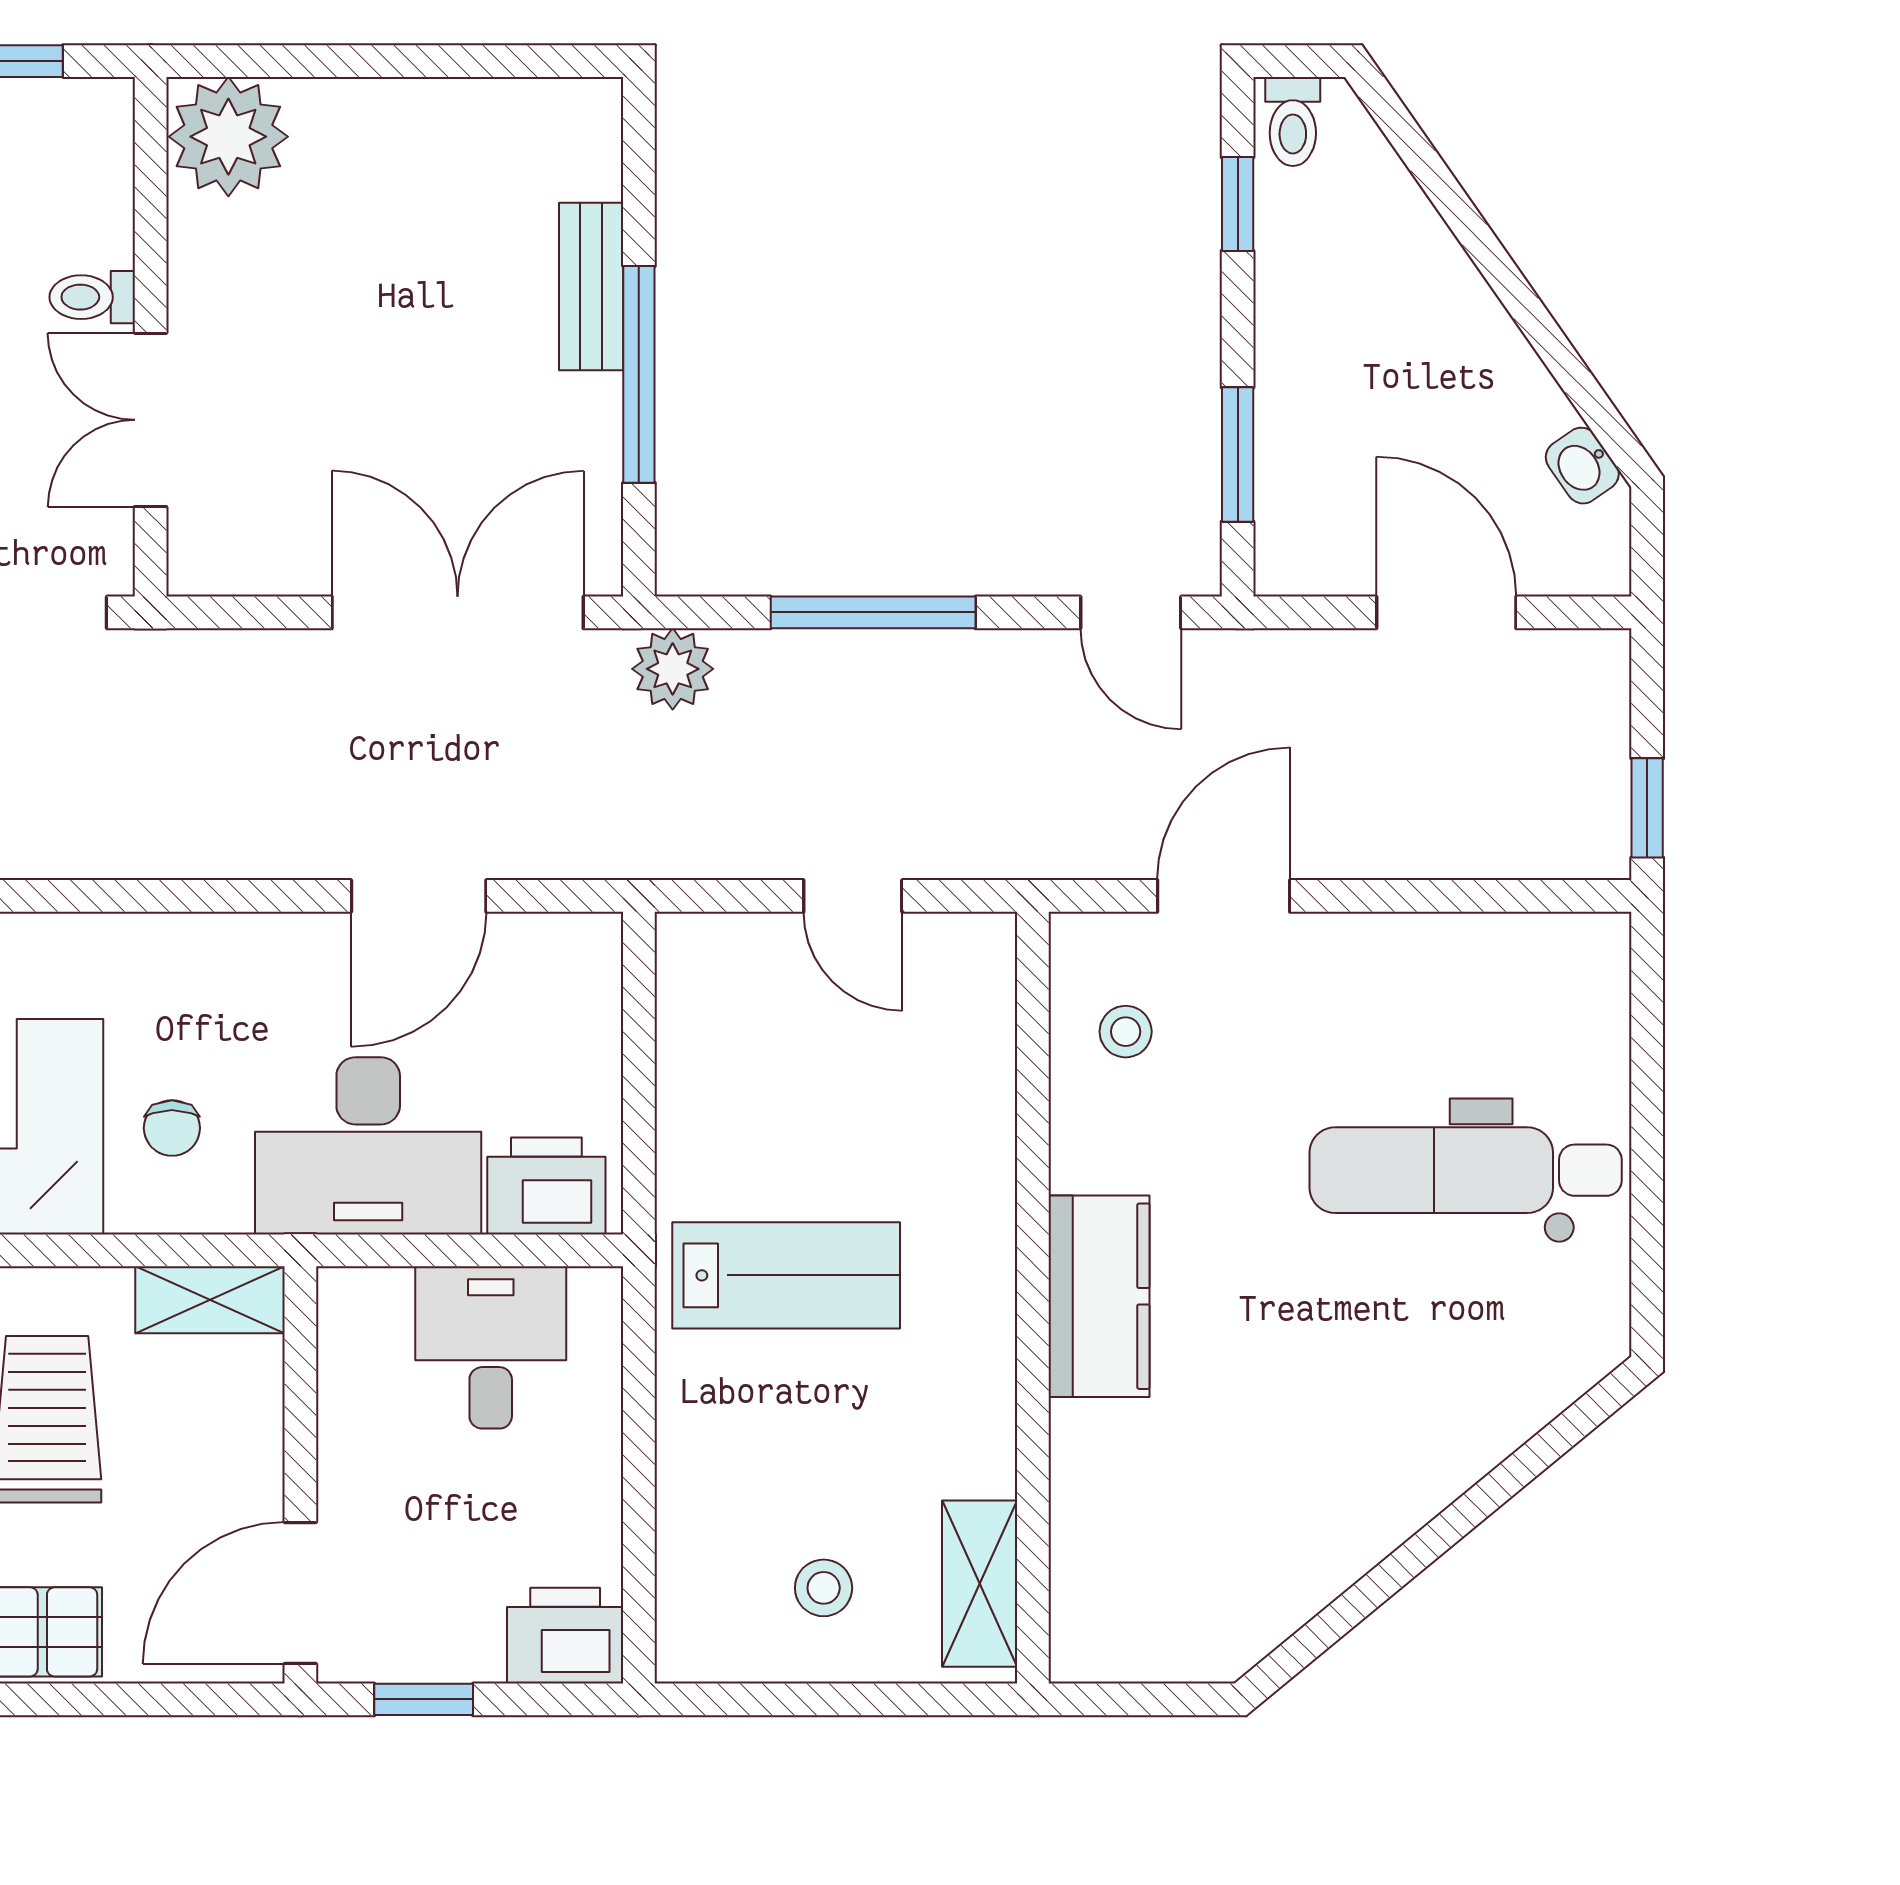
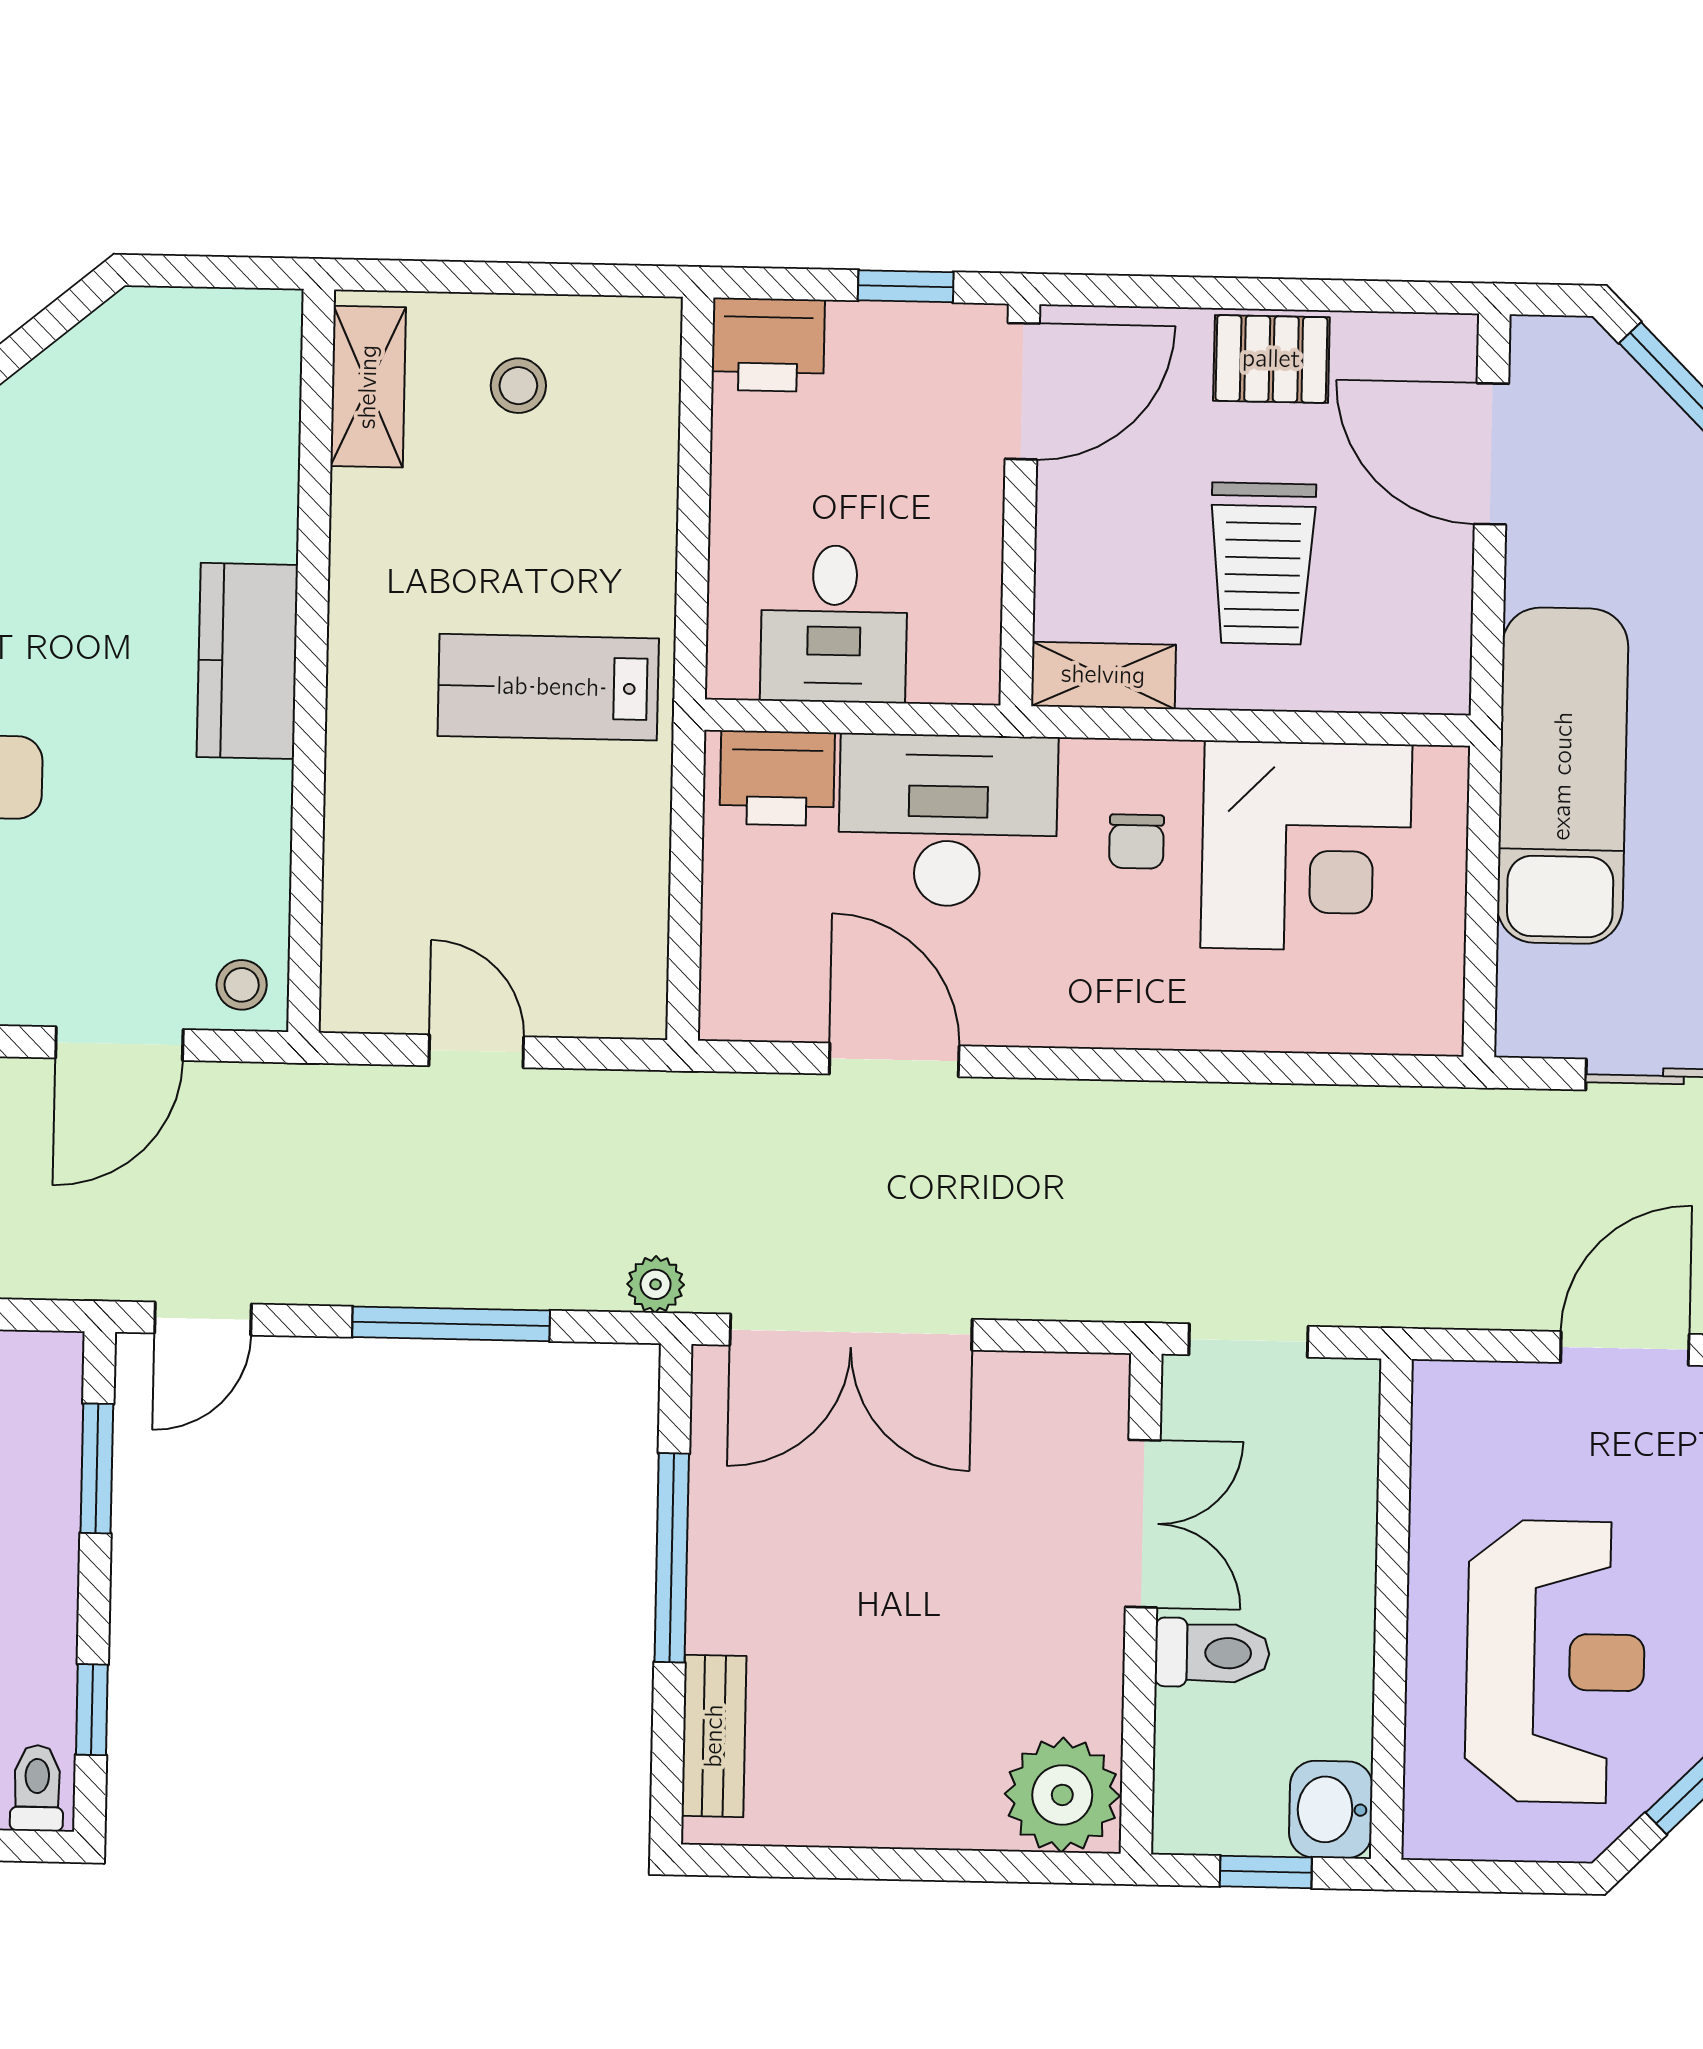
bench: (591, 286) -> (714, 1736), moved
toilet: (92, 297) -> (1212, 1653), width x1.37, depth x1.39
door: (1131, 612) -> (203, 1319), swing flipped
plant: (673, 669) -> (656, 1284), width x0.73, depth x0.73
door: (419, 896) -> (894, 1060), hinge flipped
stool: (1126, 1032) -> (242, 985), moved
chair: (172, 1128) -> (1137, 842), turned 180

